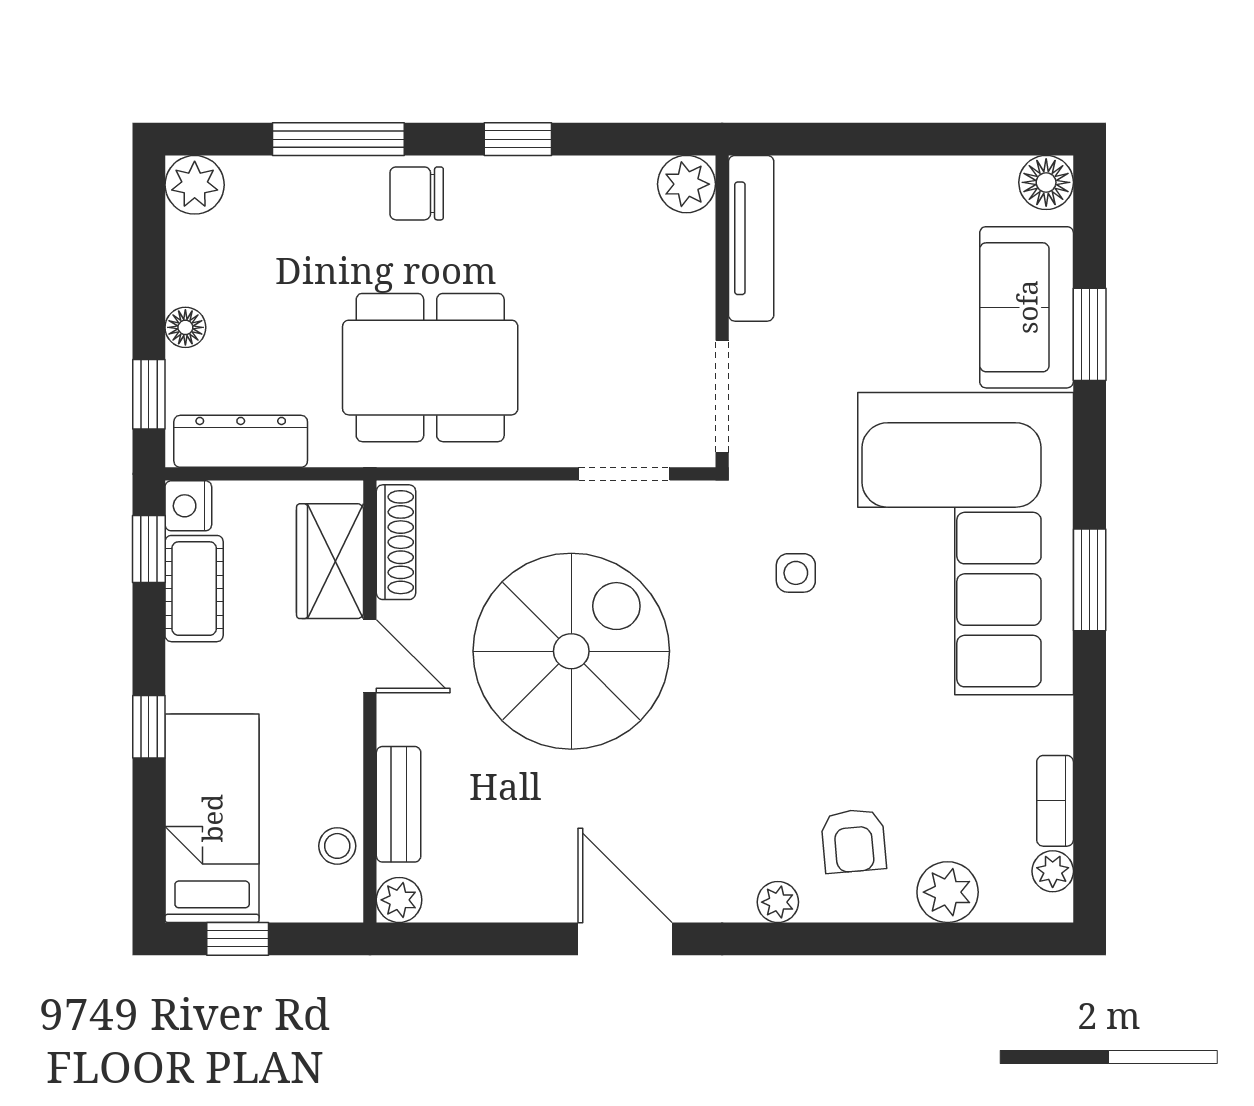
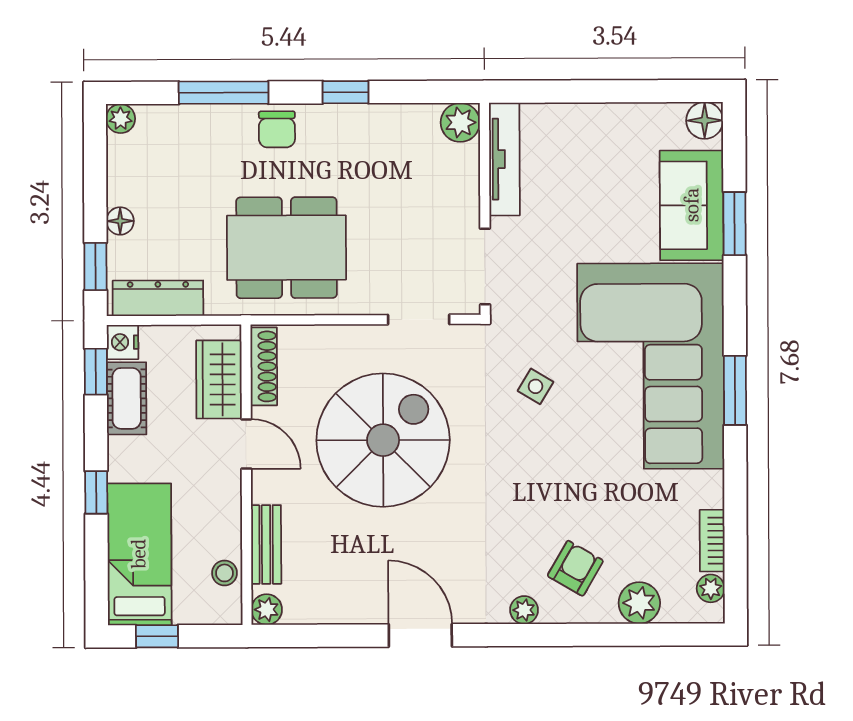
plant: (195, 185) -> (121, 119), width x0.73, depth x0.73
chair: (417, 193) -> (277, 129), turned -90
side table: (796, 573) -> (535, 386), turned 31
armchair: (854, 841) -> (575, 568), turned -145

